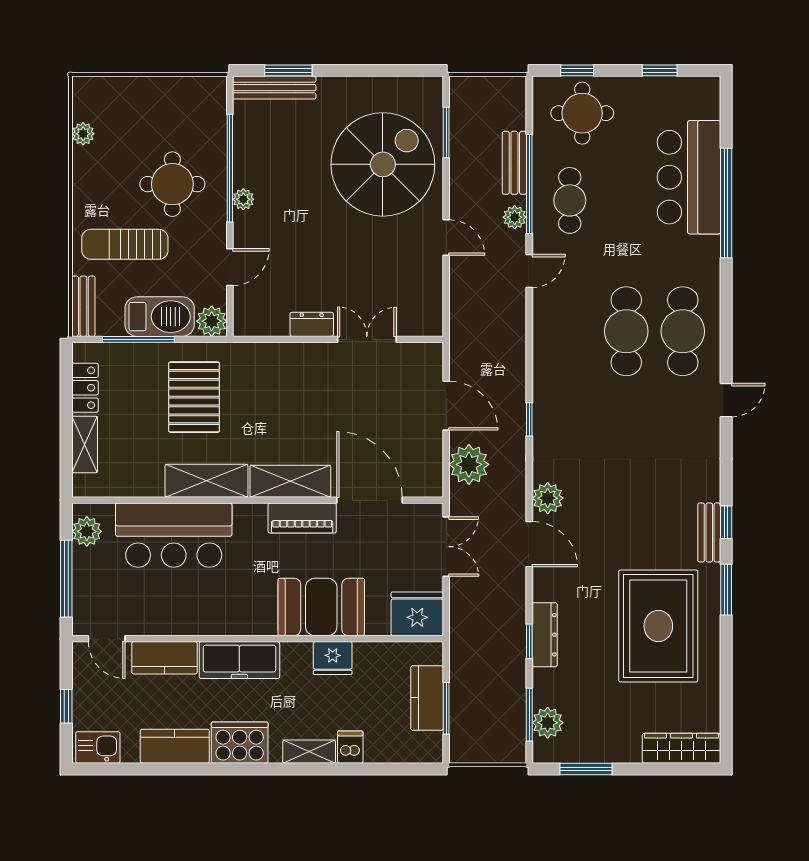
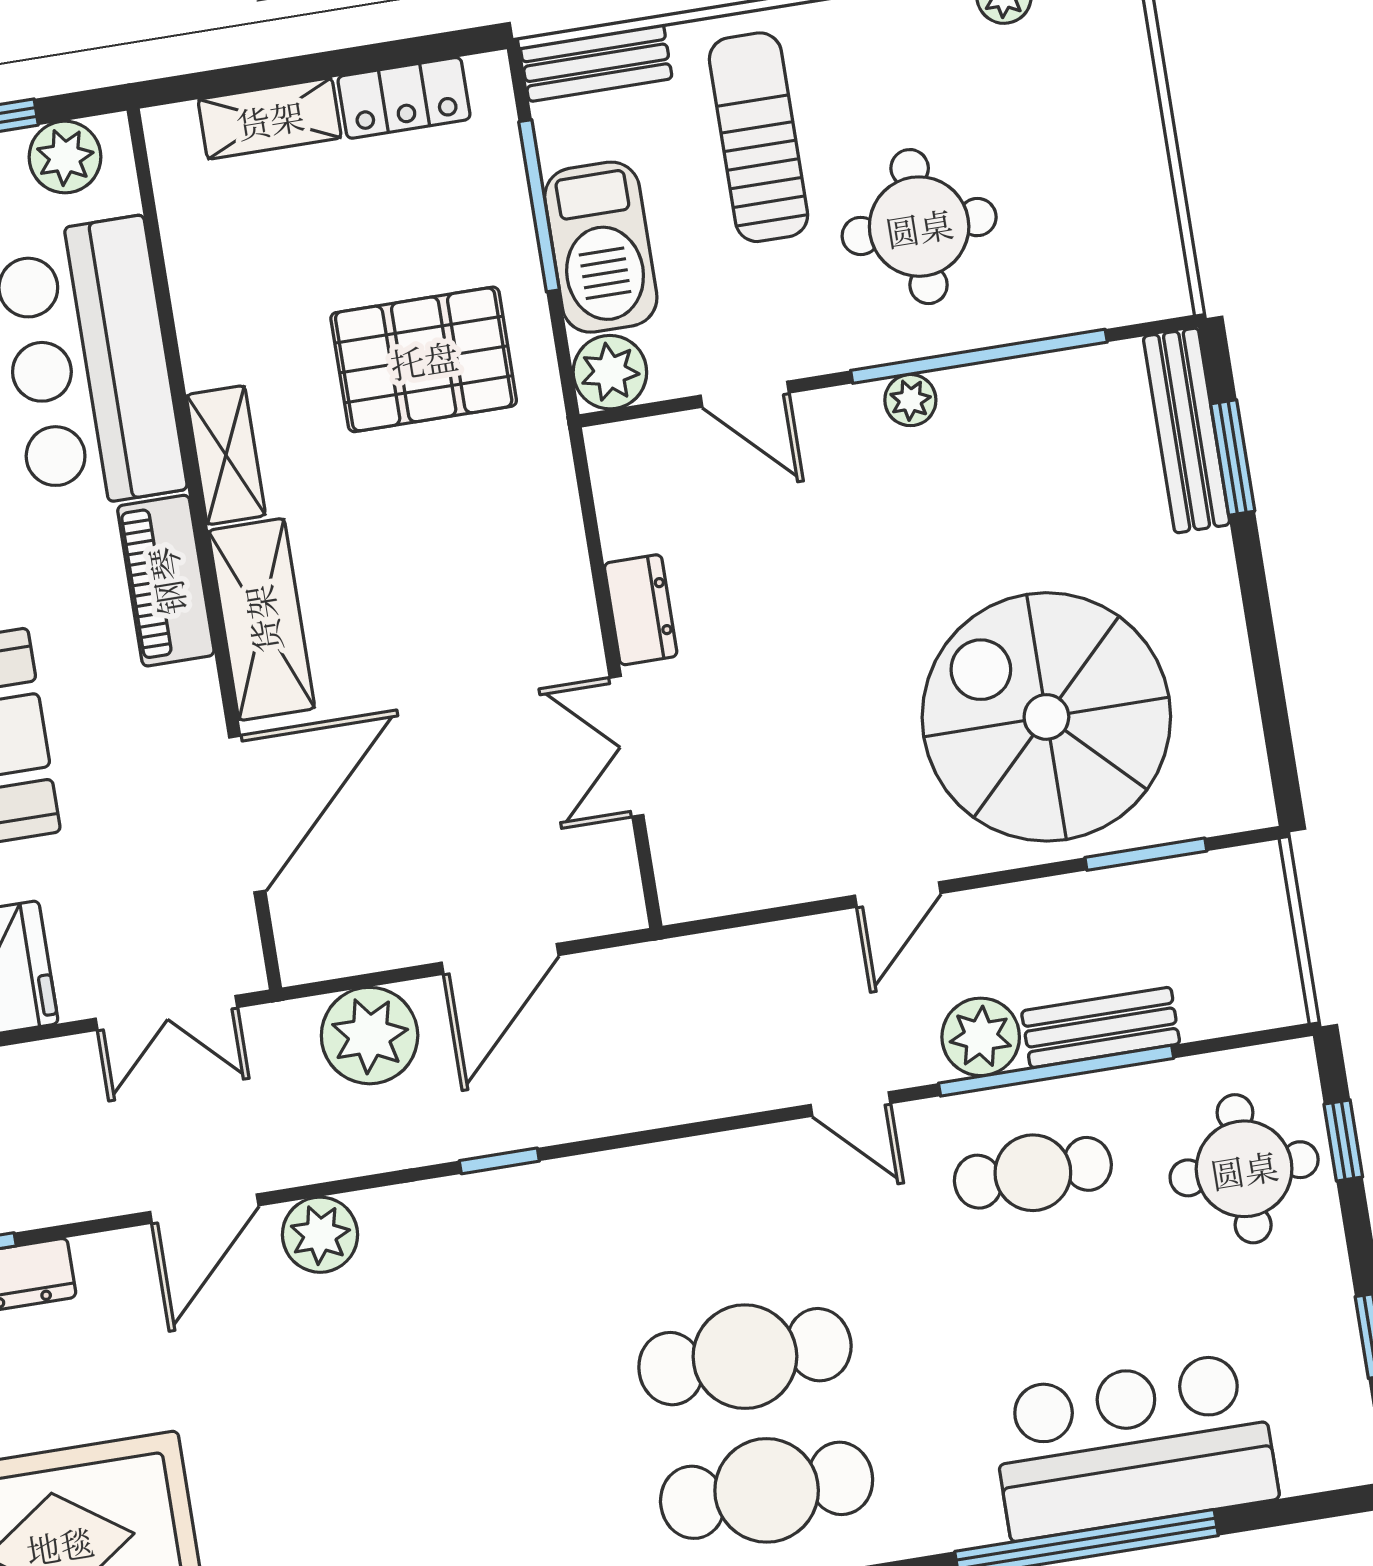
spiral stairs: (383, 164) -> (1046, 717), turned 180
plant: (515, 217) -> (981, 1037), width x1.38, depth x1.38
double door: (367, 339) -> (627, 746), swing flipped
shelving: (207, 481) -> (226, 455), width x0.67, depth x0.75
piano: (302, 518) -> (166, 581), moved

